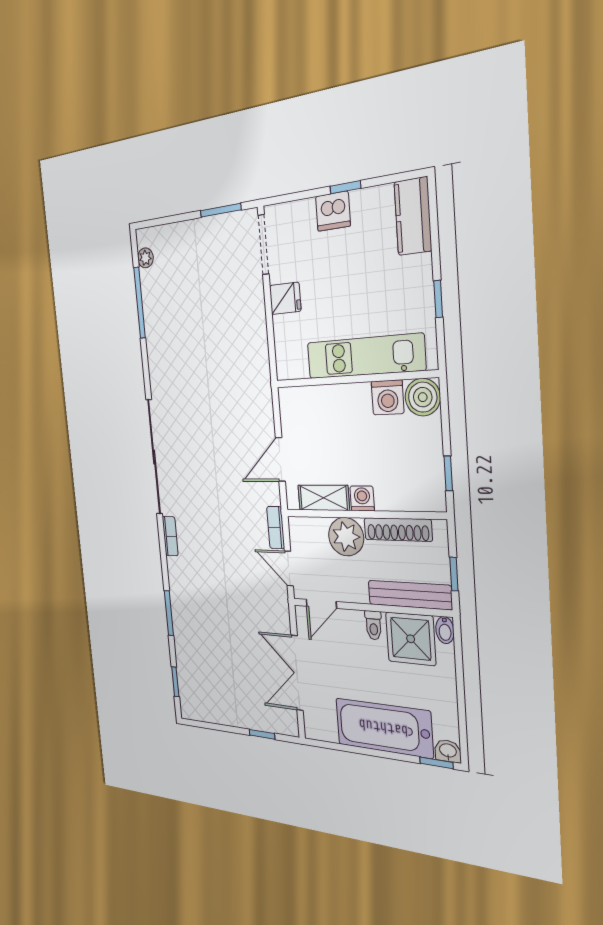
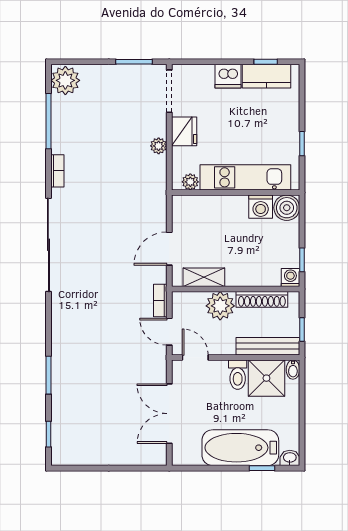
window: (345, 187) -> (266, 62), moved
kitchen counter: (413, 216) -> (266, 76), moved, turned -90
plant: (145, 258) -> (65, 80), width x1.87, depth x1.87
fridge: (285, 298) -> (184, 131), width x1.38
plant: (257, 322) -> (159, 146), added
plant: (298, 368) -> (190, 182), added
washing machine: (362, 498) -> (290, 278), moved
bookcase: (170, 536) -> (57, 171), moved
door: (321, 604) -> (195, 357), swing flipped
toilet: (373, 625) -> (238, 375), width x1.37, depth x1.39
window: (262, 734) -> (132, 468), removed
window: (436, 763) -> (262, 468), moved

